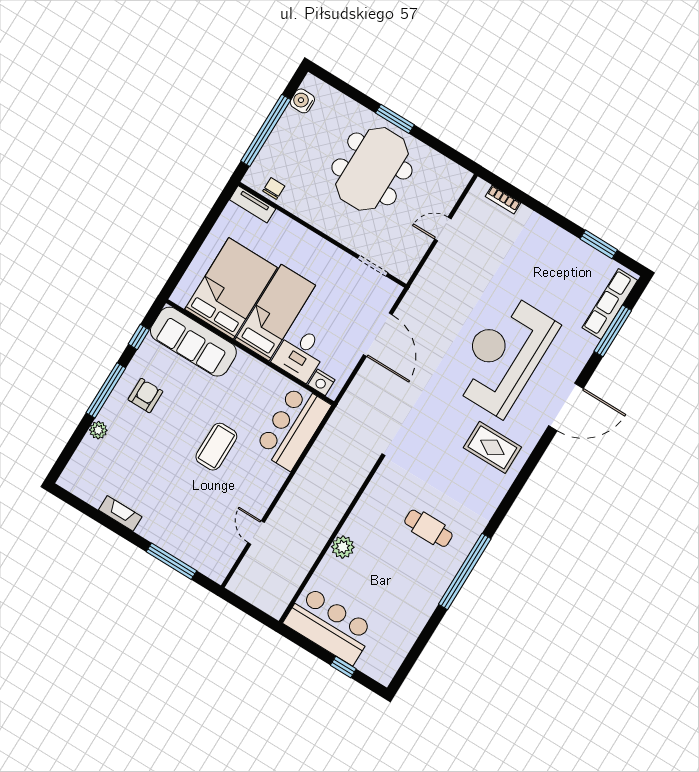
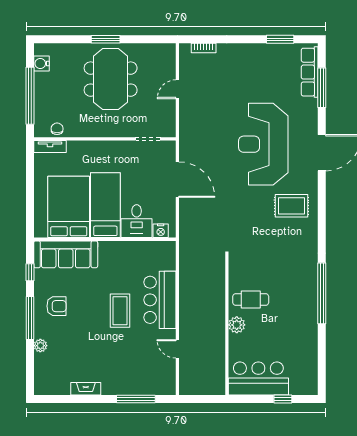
armchair: (145, 396) -> (56, 306), turned 90
bar counter: (293, 427) -> (160, 300), moved
cafe table: (428, 528) -> (251, 300), moved

